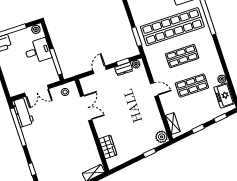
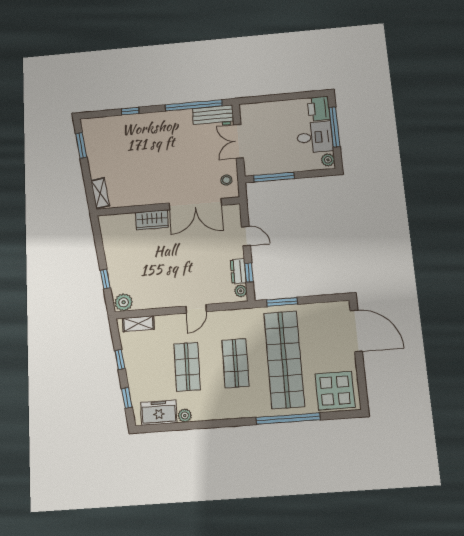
desk: (38, 51) -> (315, 137), moved, turned -90
double door: (86, 108) -> (195, 204), width x1.37
wardrobe: (108, 147) -> (152, 220), moved

